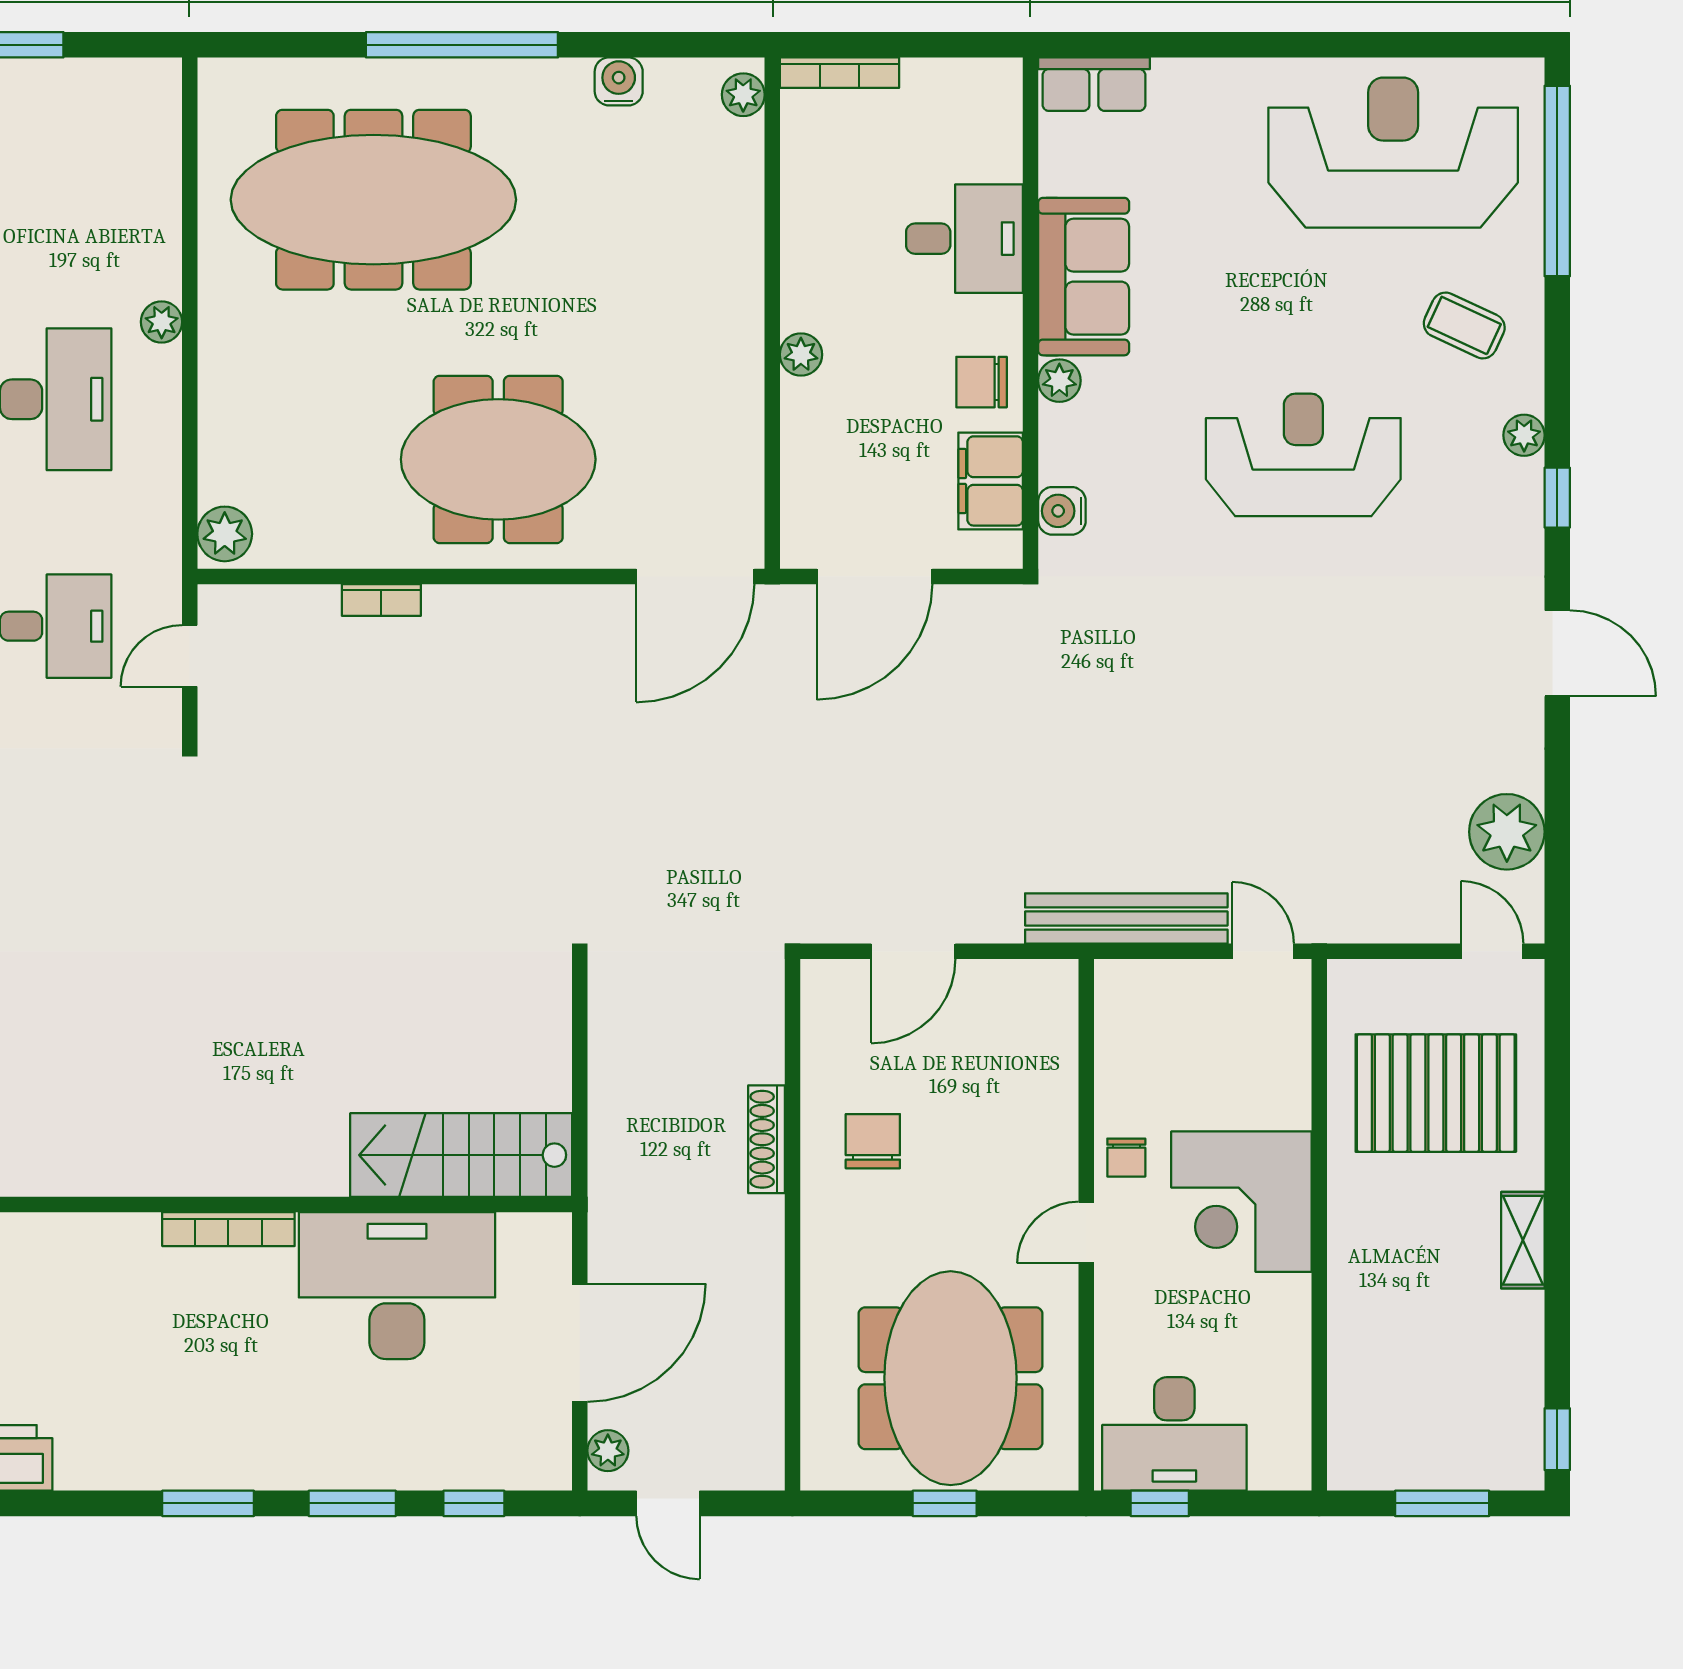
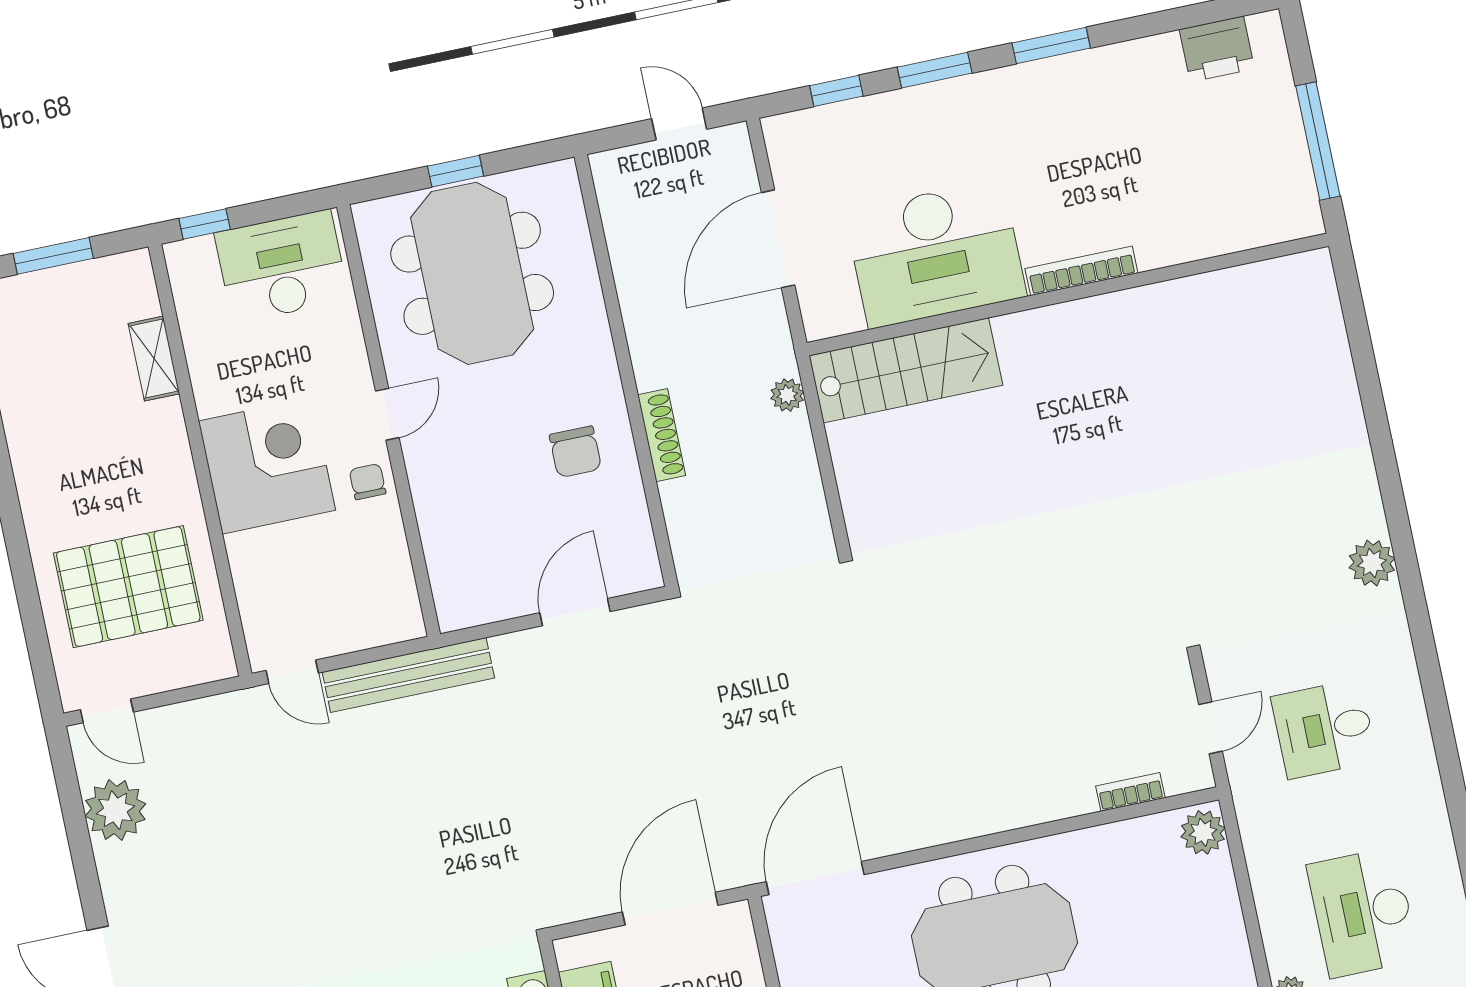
bookcase: (381, 600) -> (1130, 792), moved
shelving: (1523, 1240) -> (154, 359), moved
plant: (608, 1451) -> (787, 395), moved
window: (1160, 1503) -> (205, 224), moved

